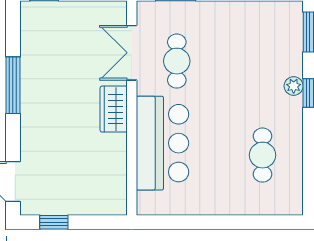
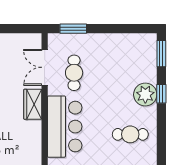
plant: (294, 86) -> (145, 95), width x1.88, depth x1.88
cafe table: (262, 155) -> (130, 134), turned 90

